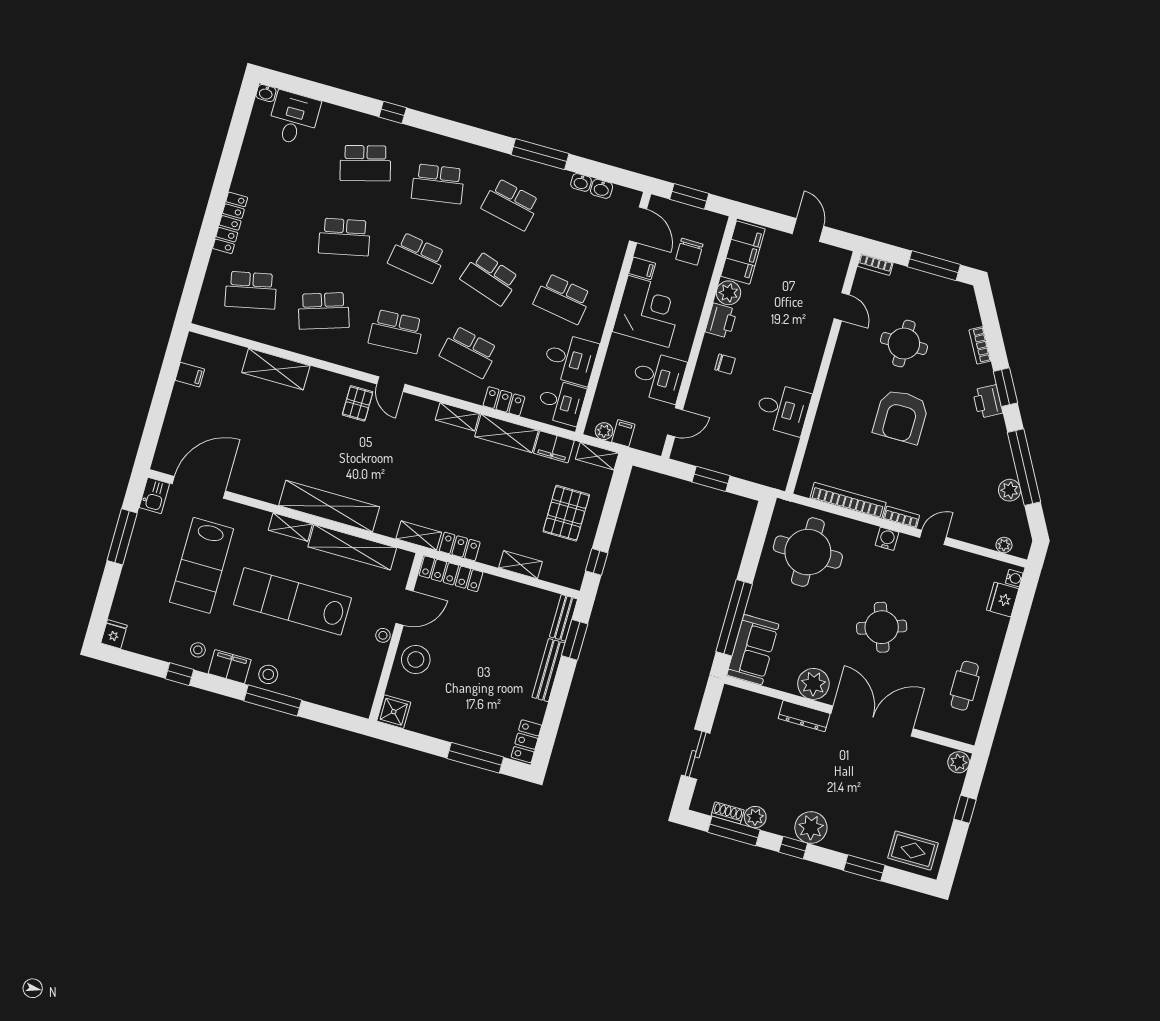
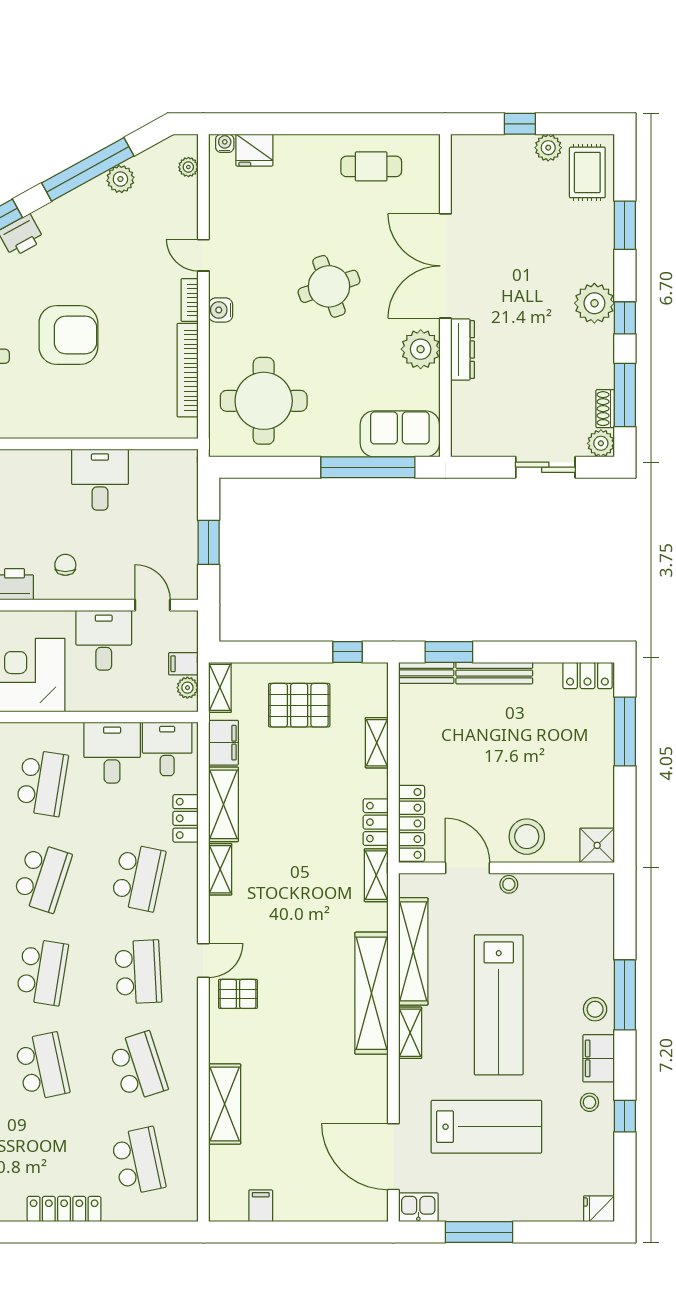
plant: (959, 762) -> (548, 148), moved
plant: (755, 817) -> (601, 443), moved

